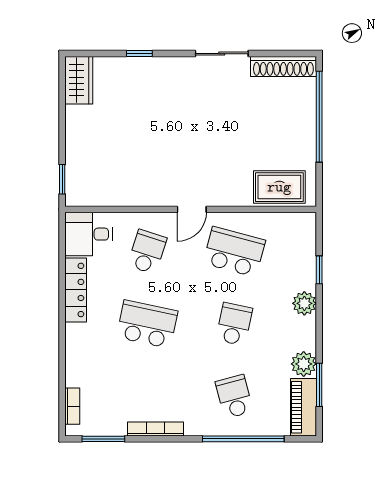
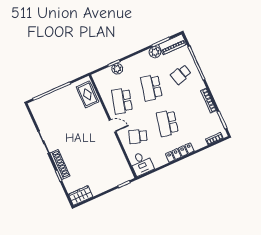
shoe rack: (283, 66) -> (60, 164), moved
locker: (76, 290) -> (180, 153), moved
plant: (304, 303) -> (117, 69), moved
school desk: (234, 324) -> (151, 88), width x1.85

